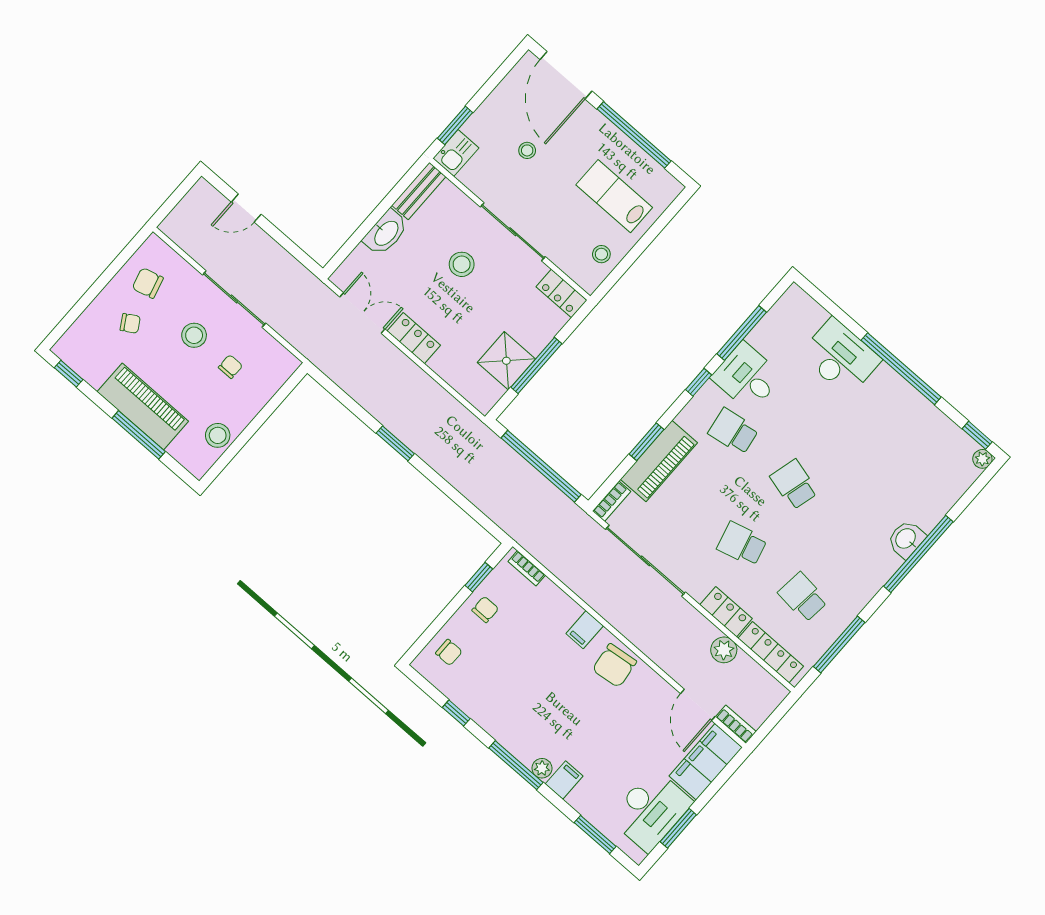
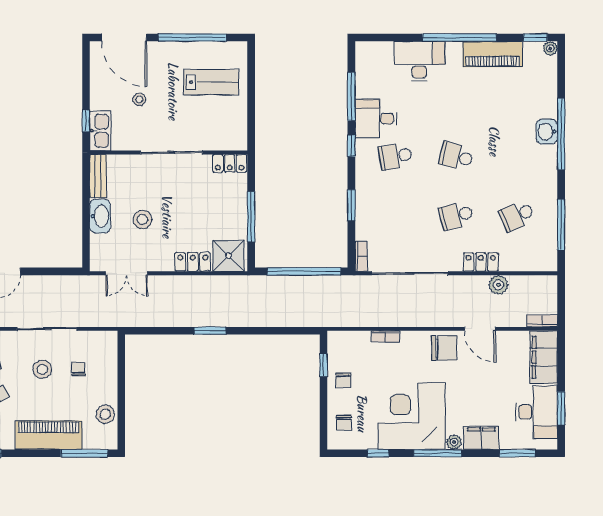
window: (455, 125) -> (86, 121), width x0.67
kitchen sink: (456, 153) -> (100, 131), width x1.38
lab bench: (614, 196) -> (211, 82), turned 180
stool: (601, 254) -> (233, 121), removed
stool: (462, 264) -> (142, 220), moved
double door: (362, 313) -> (127, 273), swing flipped
locker: (414, 338) -> (193, 262), moved
shower: (506, 361) -> (228, 256), moved
window: (139, 435) -> (84, 453), moved
piano: (659, 461) -> (493, 54), moved, turned 90
bookcase: (527, 568) -> (385, 336), moved
school desk: (803, 597) -> (517, 216), turned -30
chair: (485, 609) -> (343, 380), turned 180
filing cabinet: (585, 630) -> (410, 342), removed
chair: (449, 652) -> (344, 423), turned 90
locker: (771, 652) -> (526, 263), removed
chair: (614, 666) -> (444, 348), turned -83
corner desk: (522, 705) -> (412, 416), added
door: (698, 705) -> (480, 329), moved
filing cabinet: (564, 780) -> (481, 438), width x2.00

